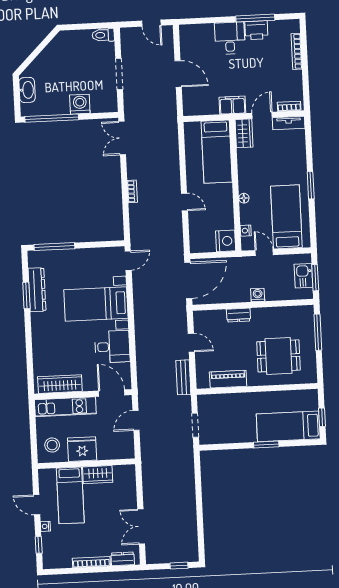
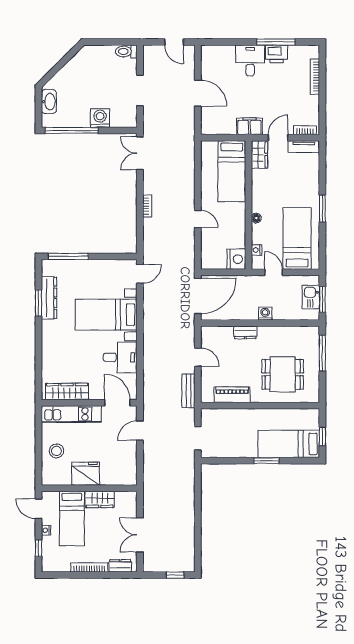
fridge: (82, 449) -> (86, 474), moved
wall: (86, 464) -> (89, 488), moved
wardrobe: (98, 475) -> (100, 499), moved
bed: (70, 495) -> (72, 519), moved

